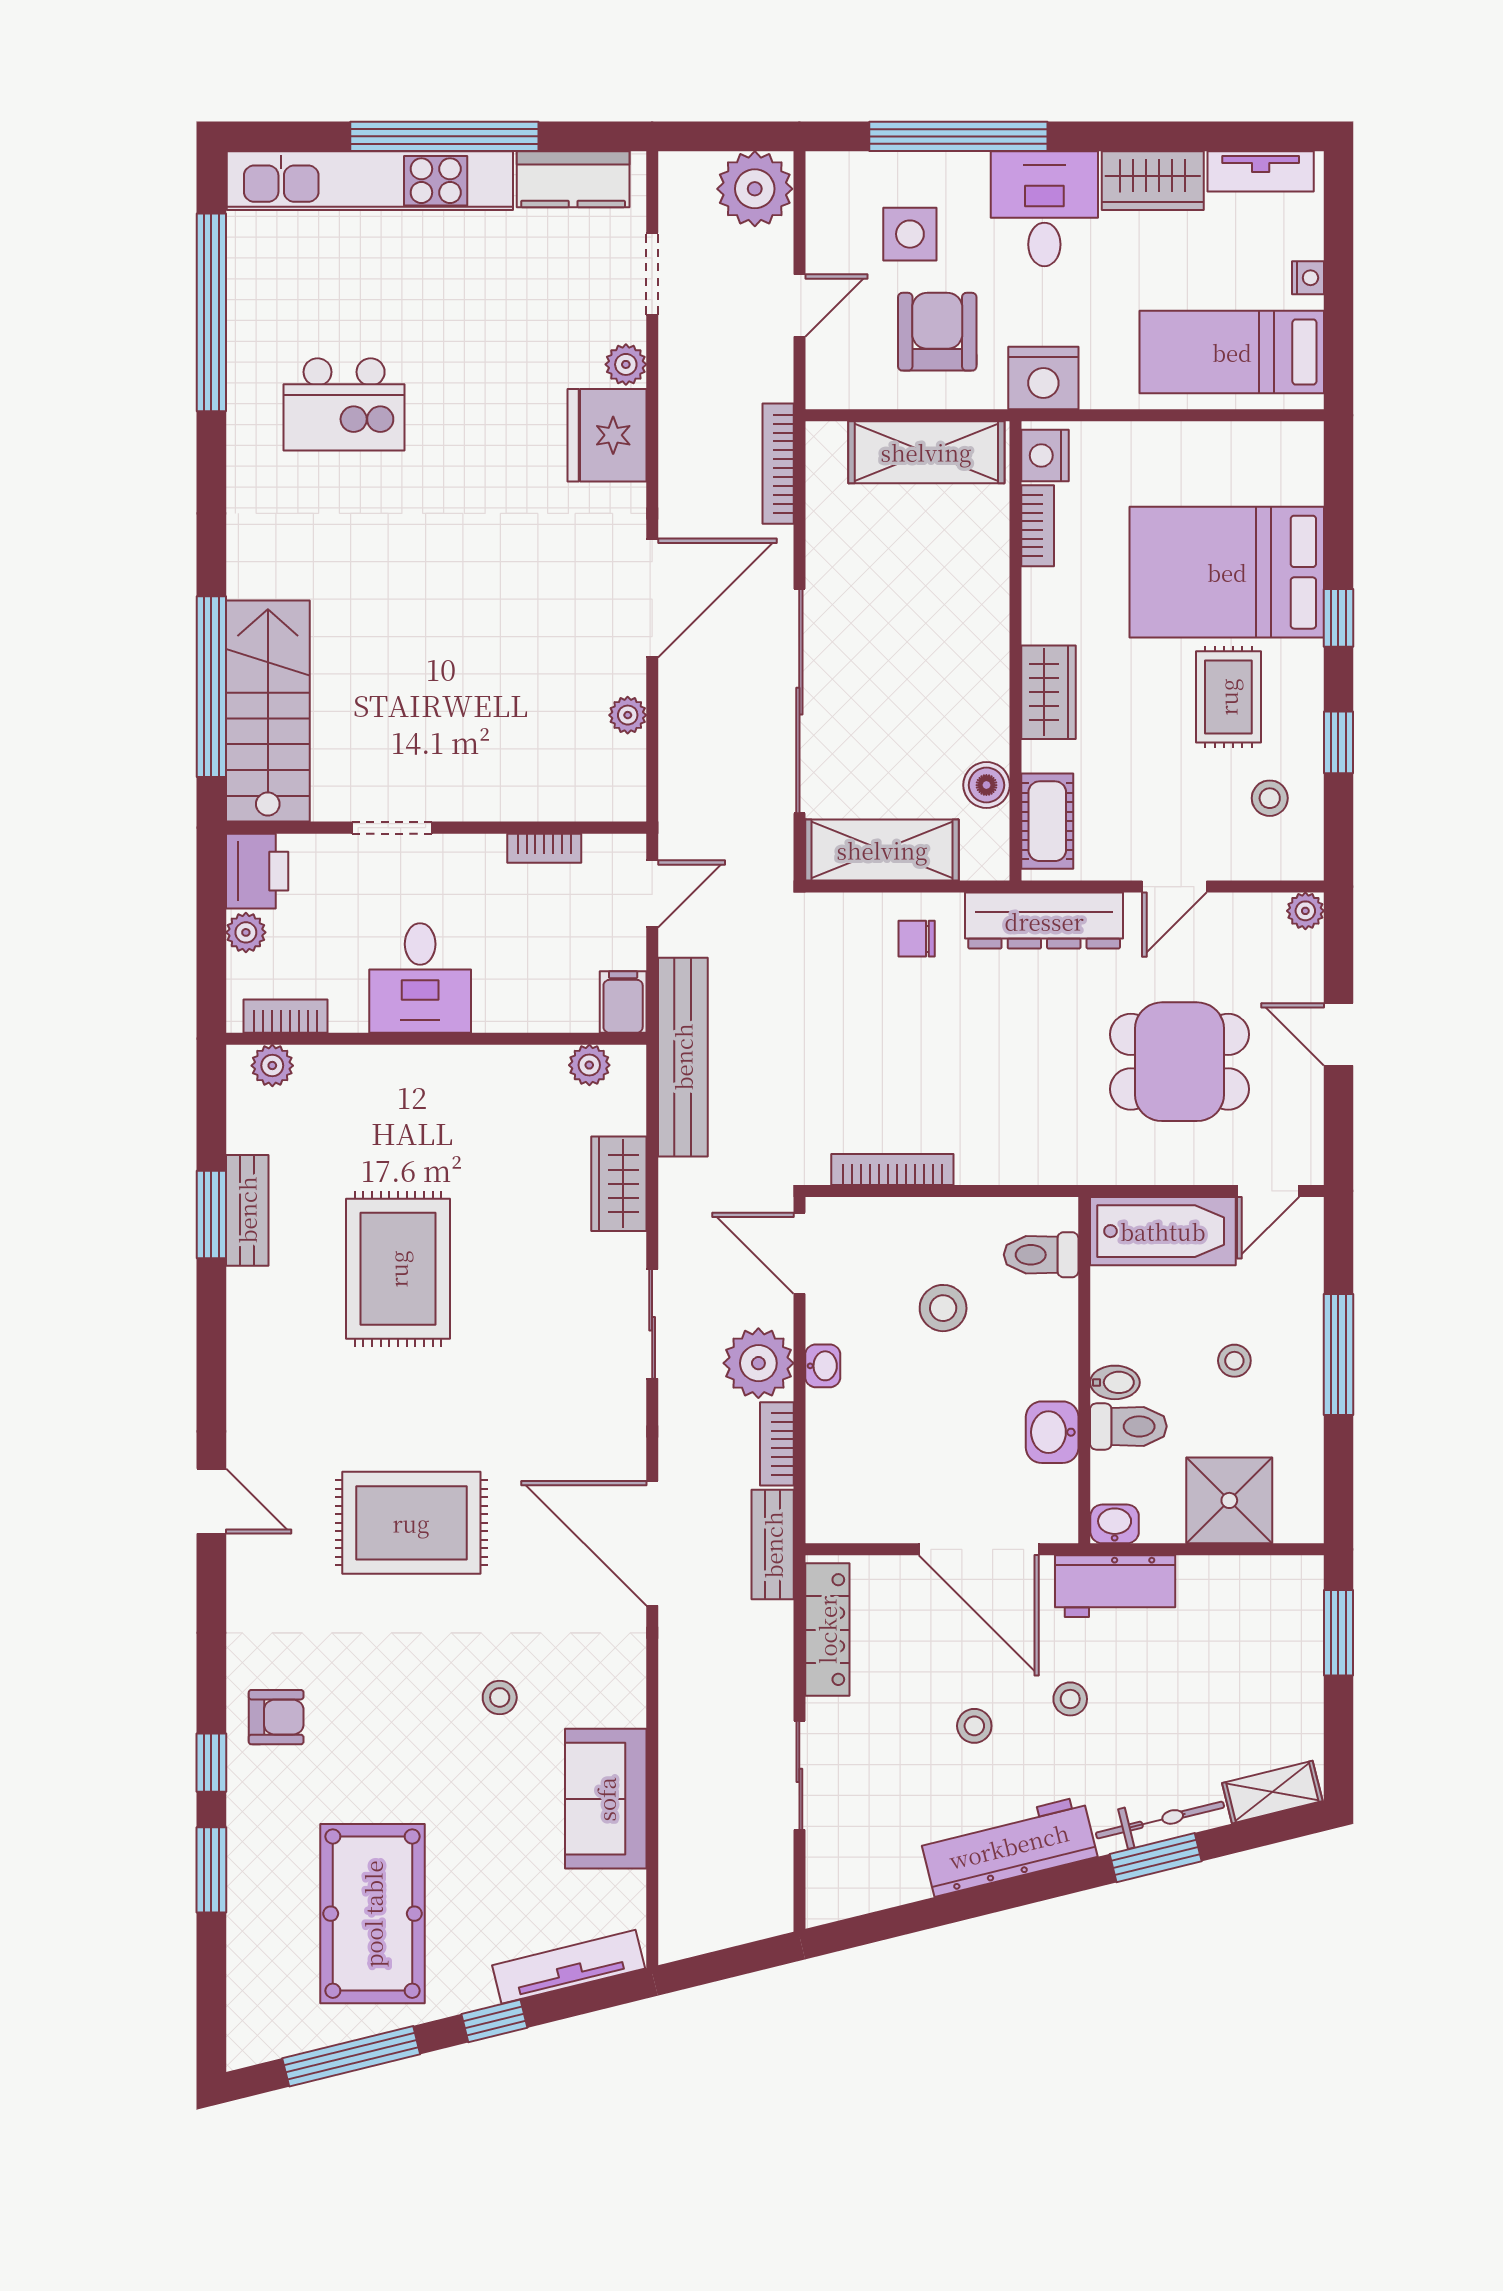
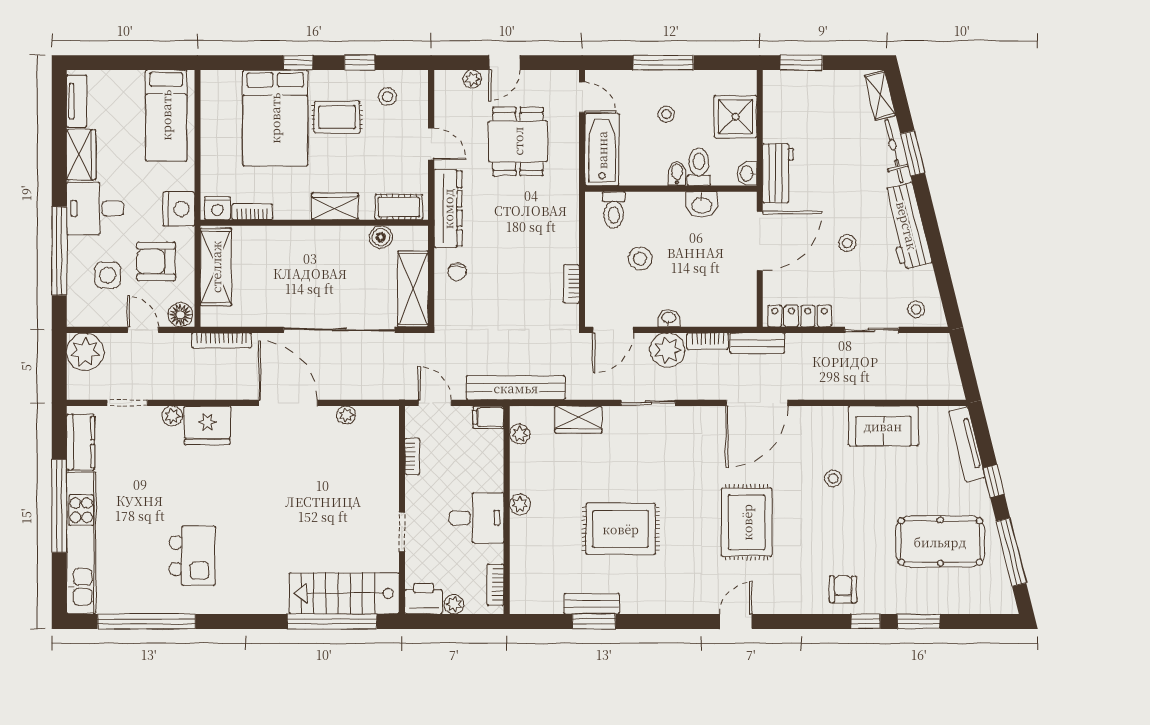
nightstand: (1308, 278) -> (129, 78), removed
floor lamp: (830, 381) -> (180, 315), added
plant: (1305, 911) -> (472, 79), moved
plant: (272, 1066) -> (520, 504), moved
bookcase: (892, 1169) -> (571, 284), width x0.64
stool: (1070, 1699) -> (916, 309), moved

